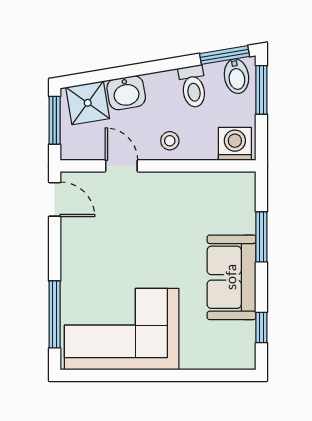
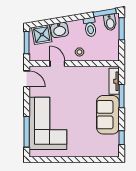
washing machine: (235, 144) -> (109, 53), removed
tv unit: (245, 204) -> (114, 81), added
corner sofa: (122, 329) -> (48, 123), moved, turned 90

